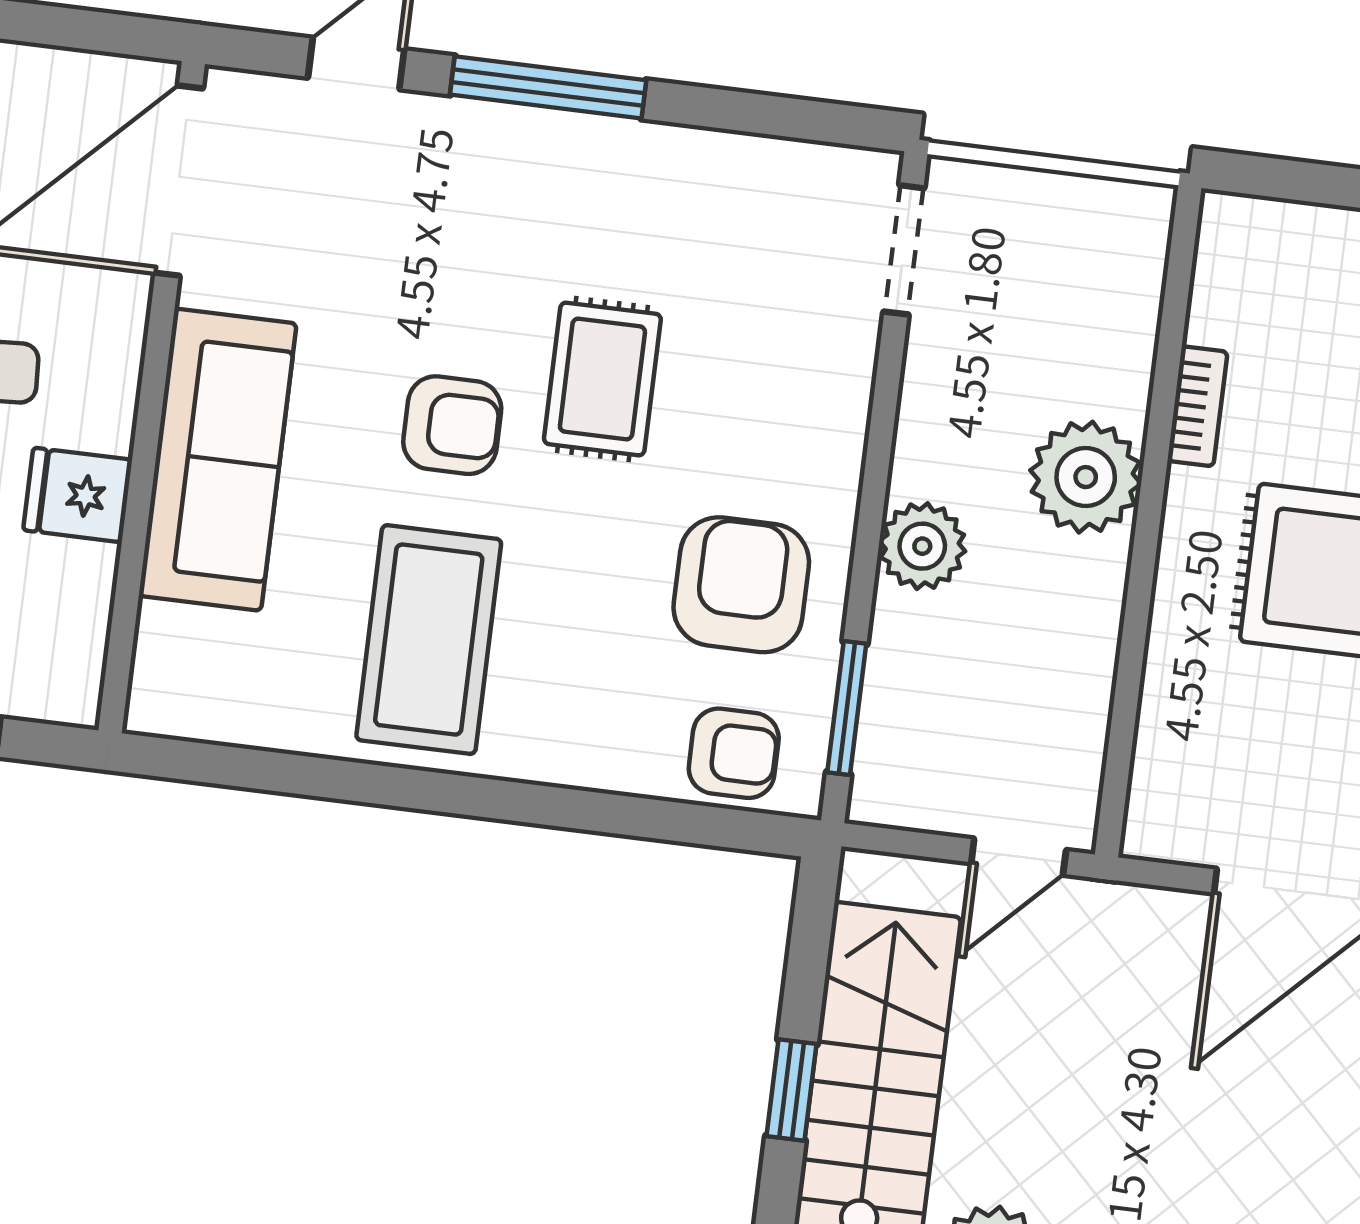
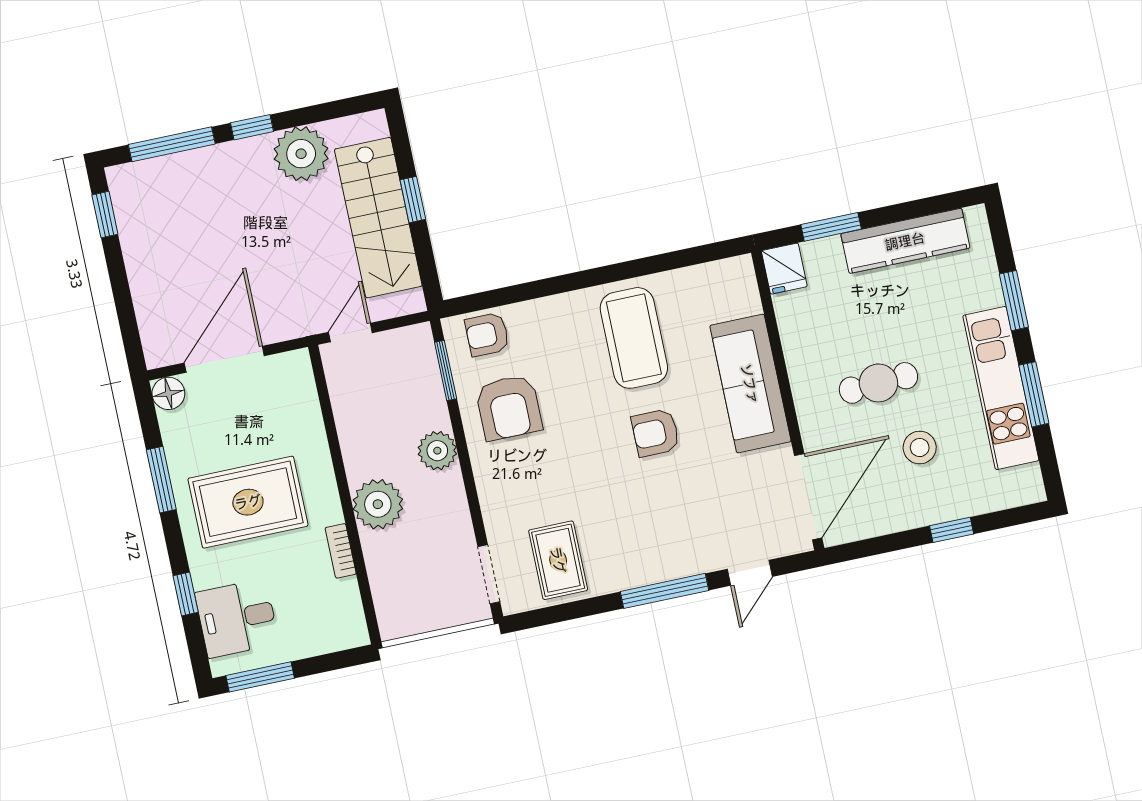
rug: (602, 379) -> (558, 560), moved
fridge: (78, 495) -> (784, 269), moved, turned 90

